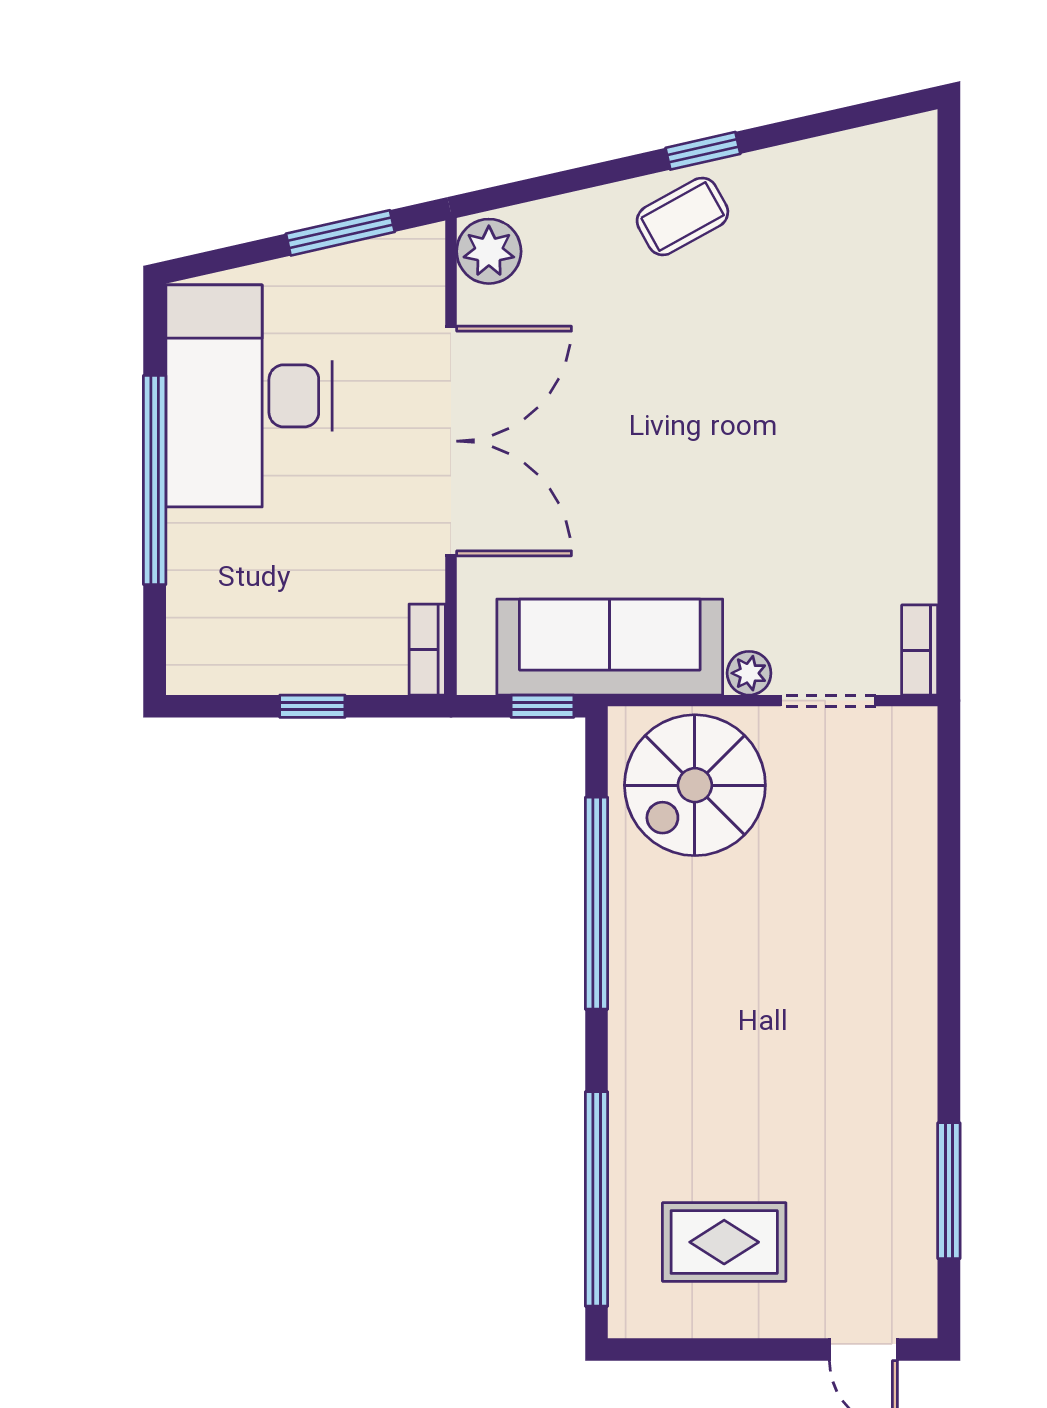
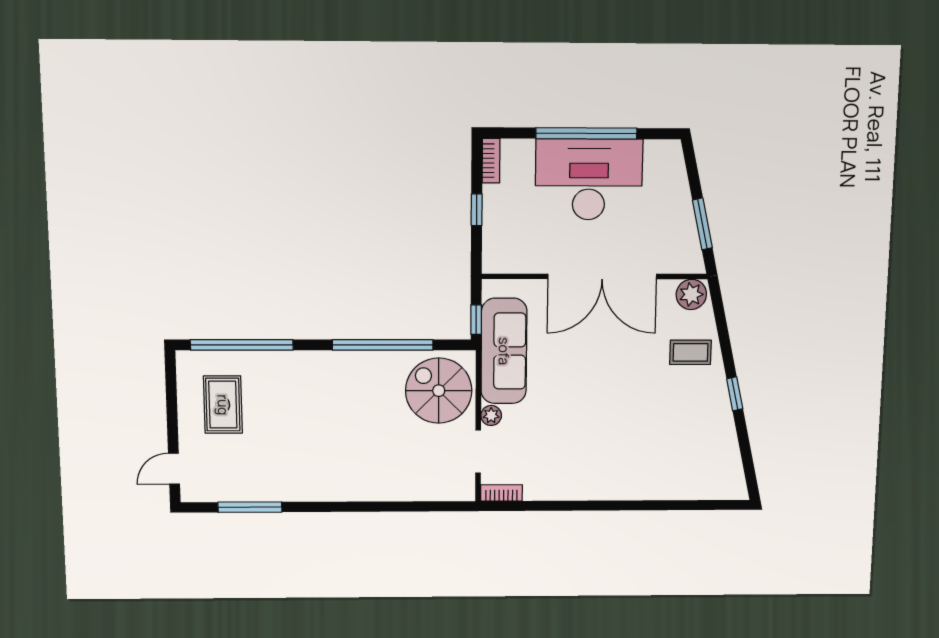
coffee table: (682, 216) -> (690, 352), moved, turned -61
desk: (249, 396) -> (589, 179), moved
bookcase: (427, 650) -> (491, 161), moved, turned 90

